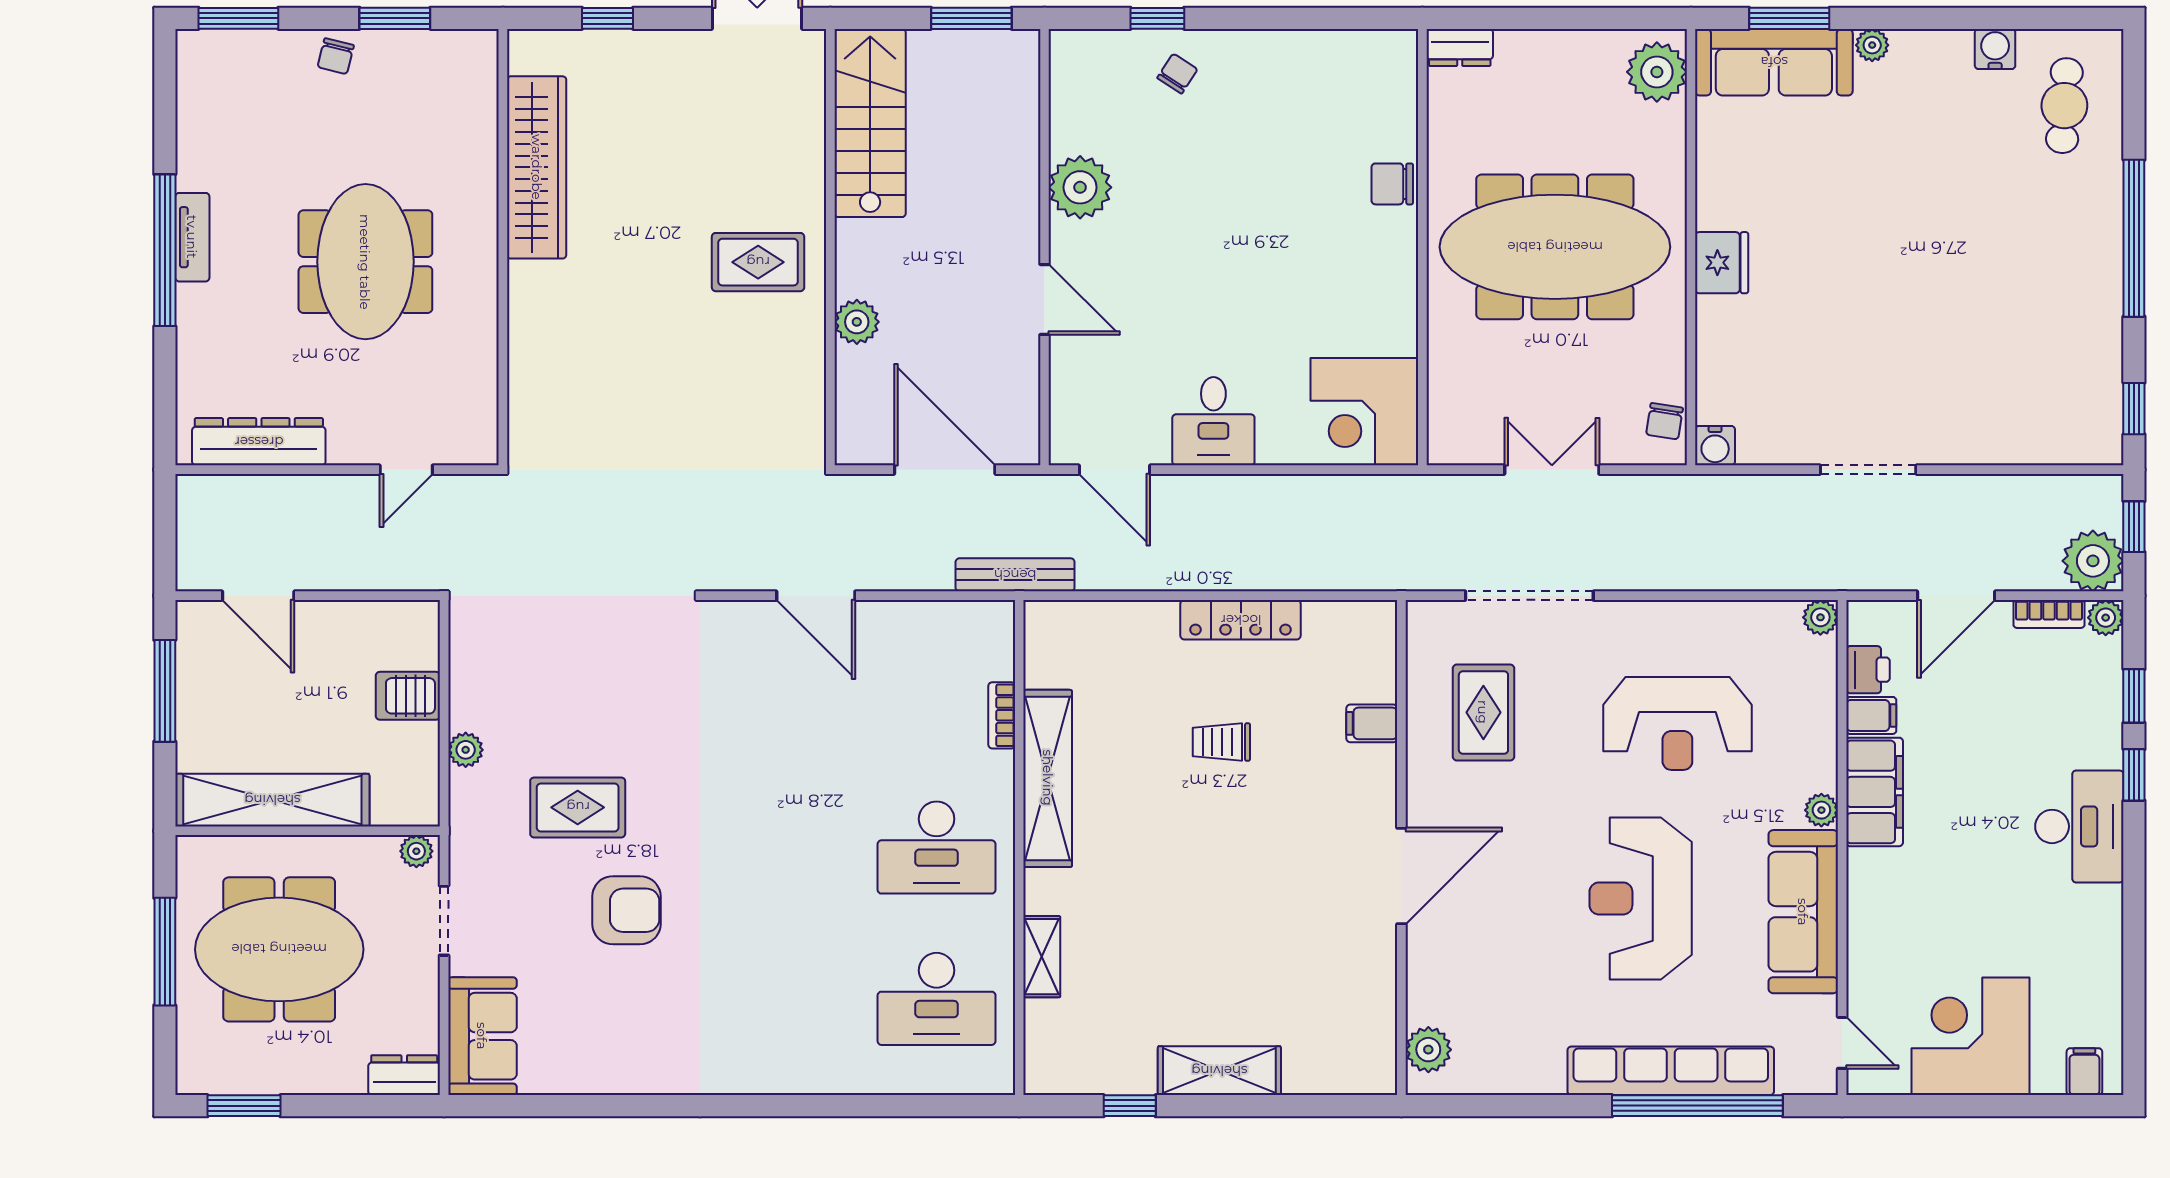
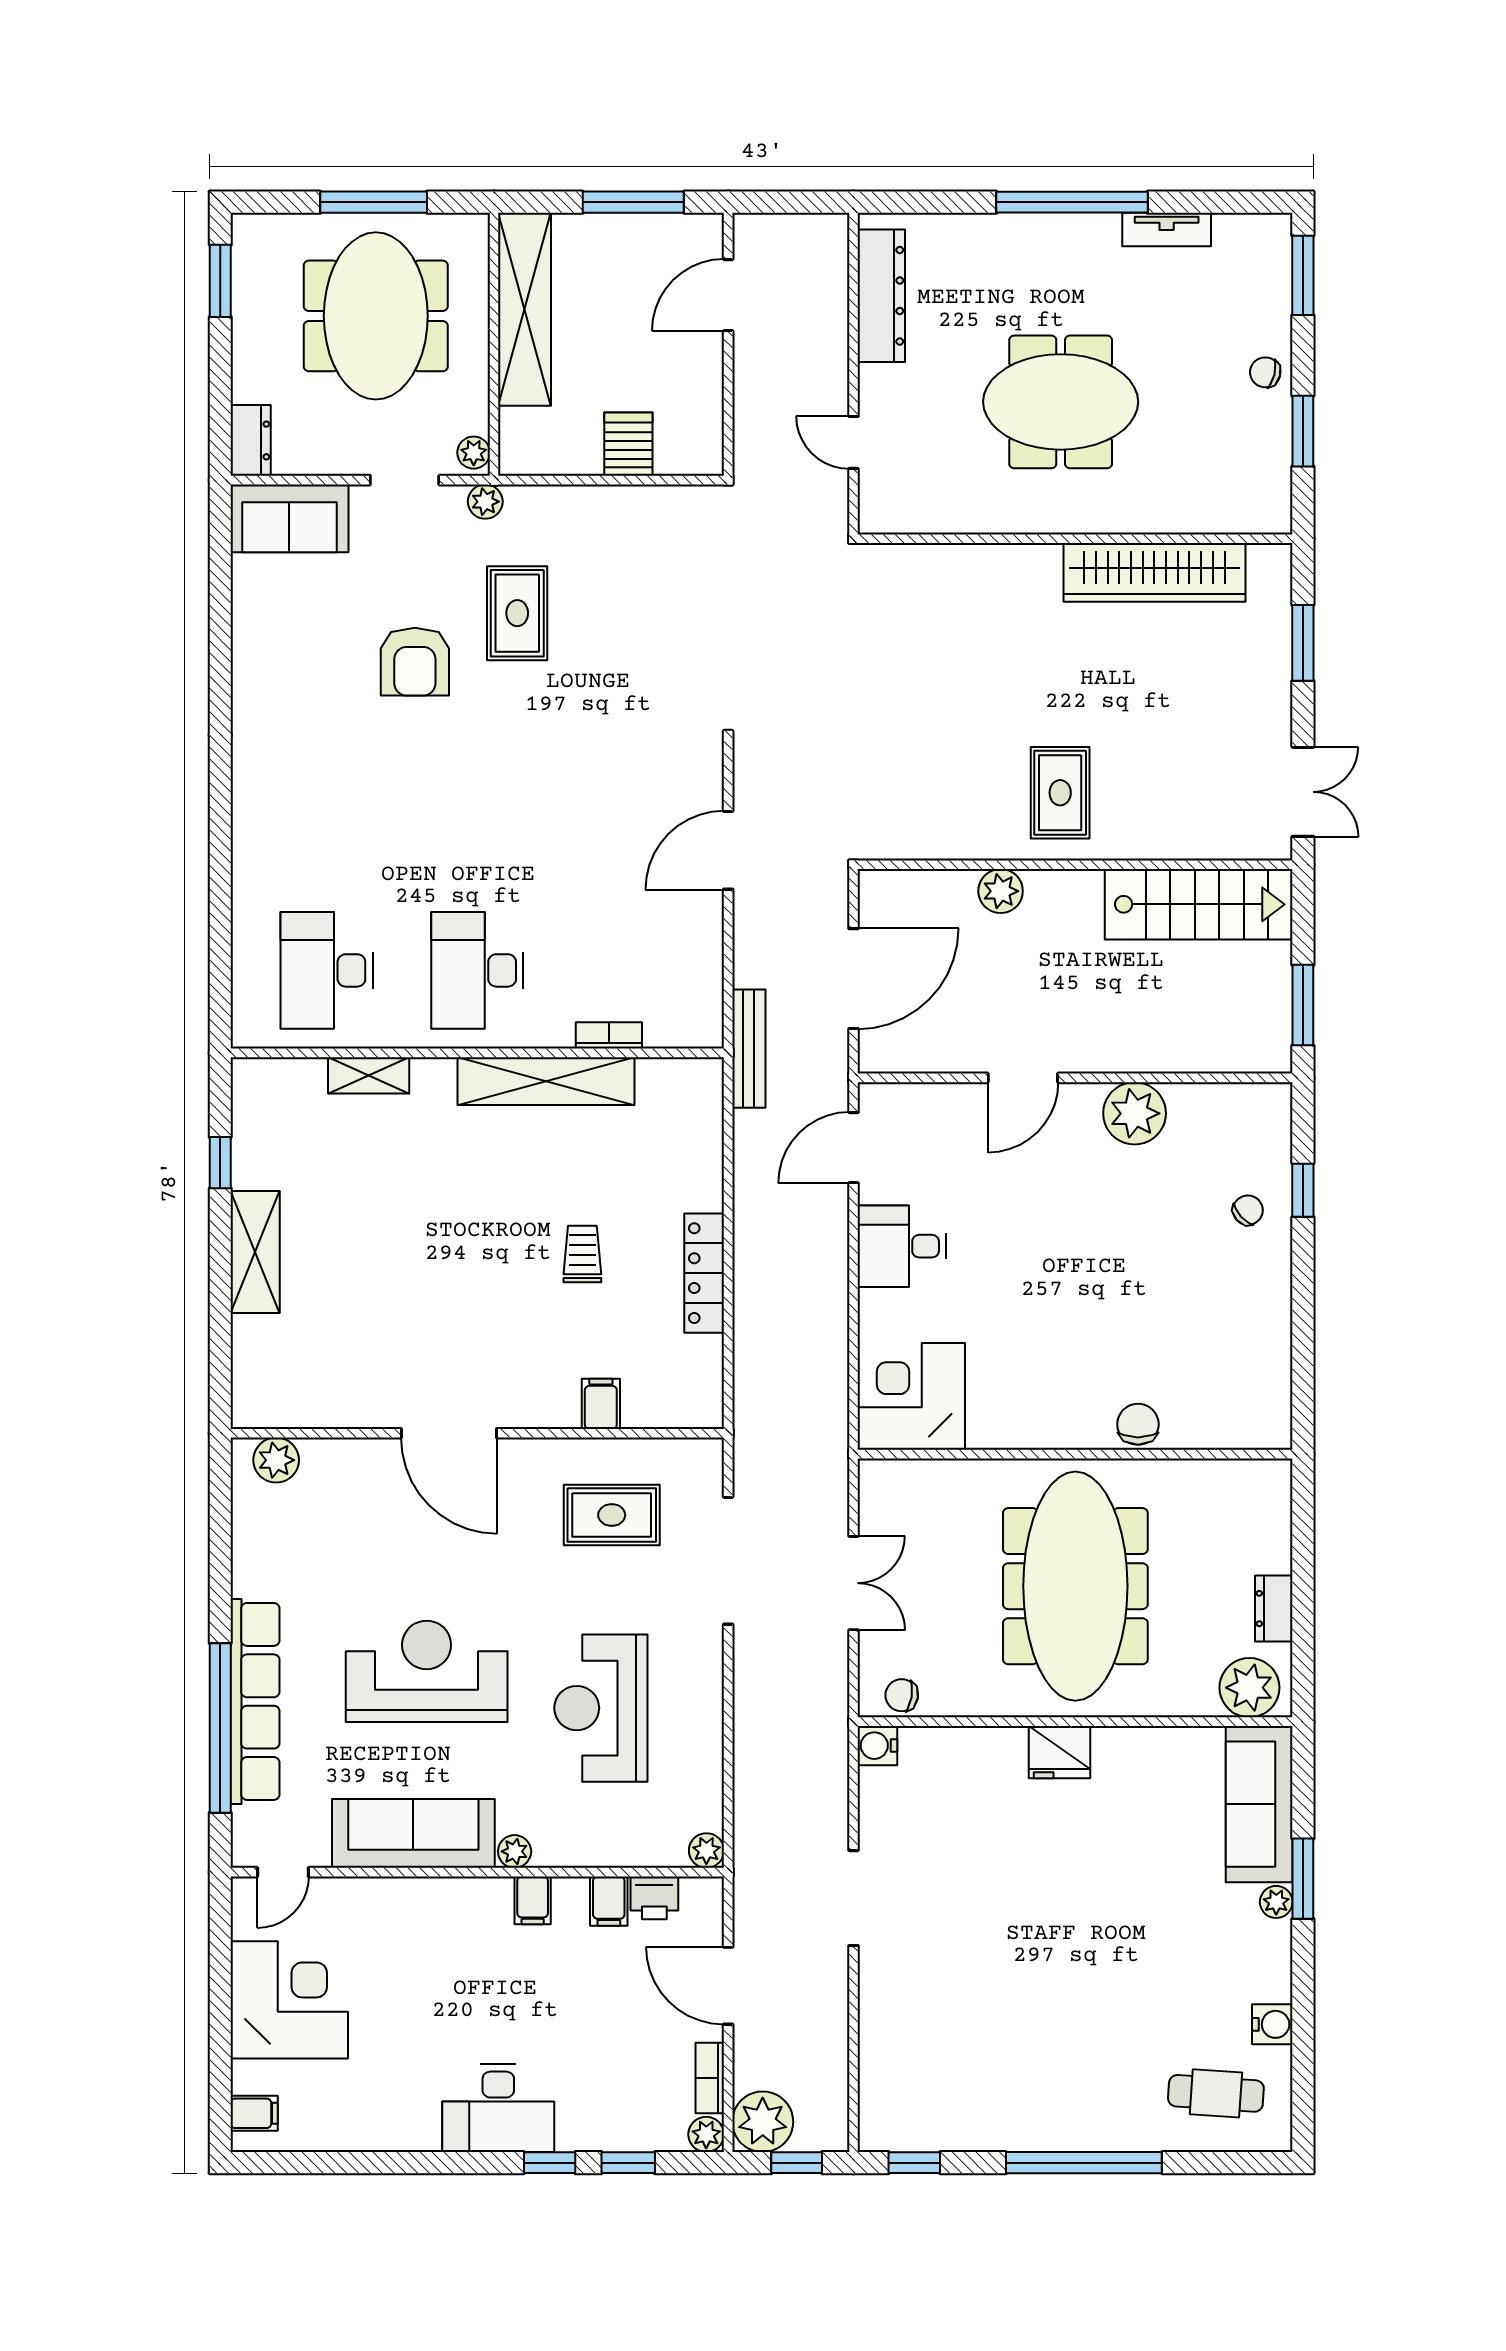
window: (607, 18) -> (1303, 643), width x1.50
window: (1789, 18) -> (1303, 1879), moved
dresser: (1460, 47) -> (1274, 1609), moved
chair: (1177, 74) -> (1248, 1210), turned -75
tv unit: (192, 237) -> (1167, 230), moved
plant: (466, 750) -> (485, 502), moved
filing cabinet: (1875, 792) -> (533, 1900), width x0.33, depth x0.86

